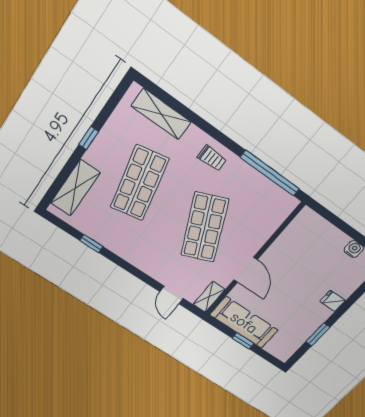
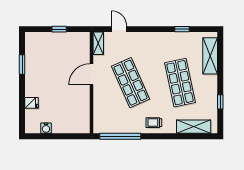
window: (89, 138) -> (220, 102), moved
door: (246, 270) -> (92, 74), hinge flipped
fridge: (333, 301) -> (32, 103), moved
sofa: (244, 323) -> (68, 41), removed

